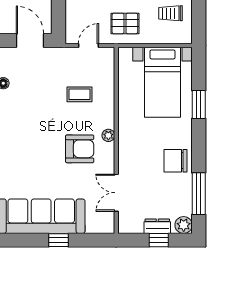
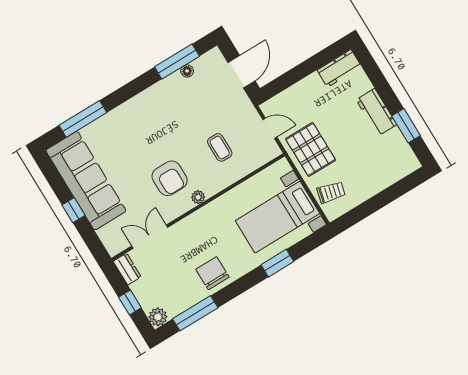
trolley: (171, 13) -> (331, 192), moved, turned 104
pallet: (125, 23) -> (311, 149), width x1.50, depth x1.42
dresser: (157, 226) -> (127, 269), moved

